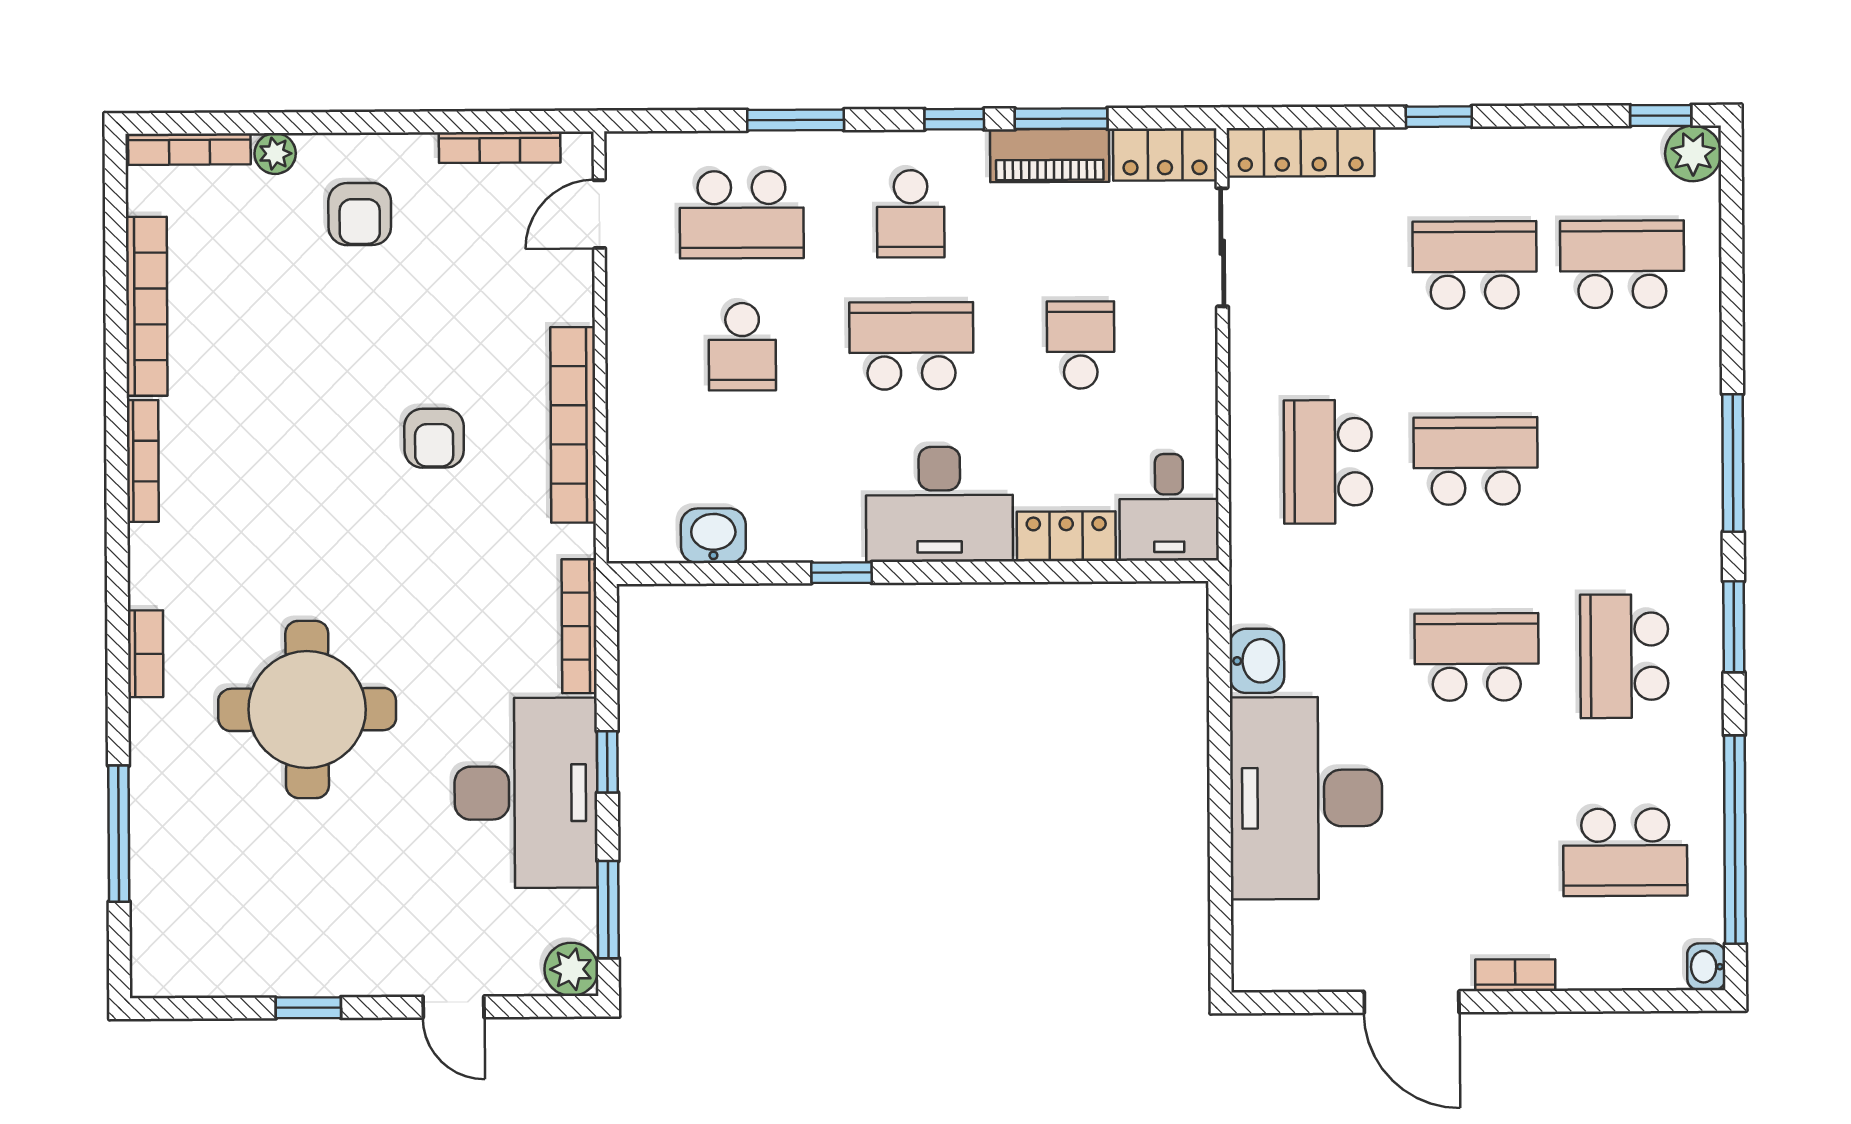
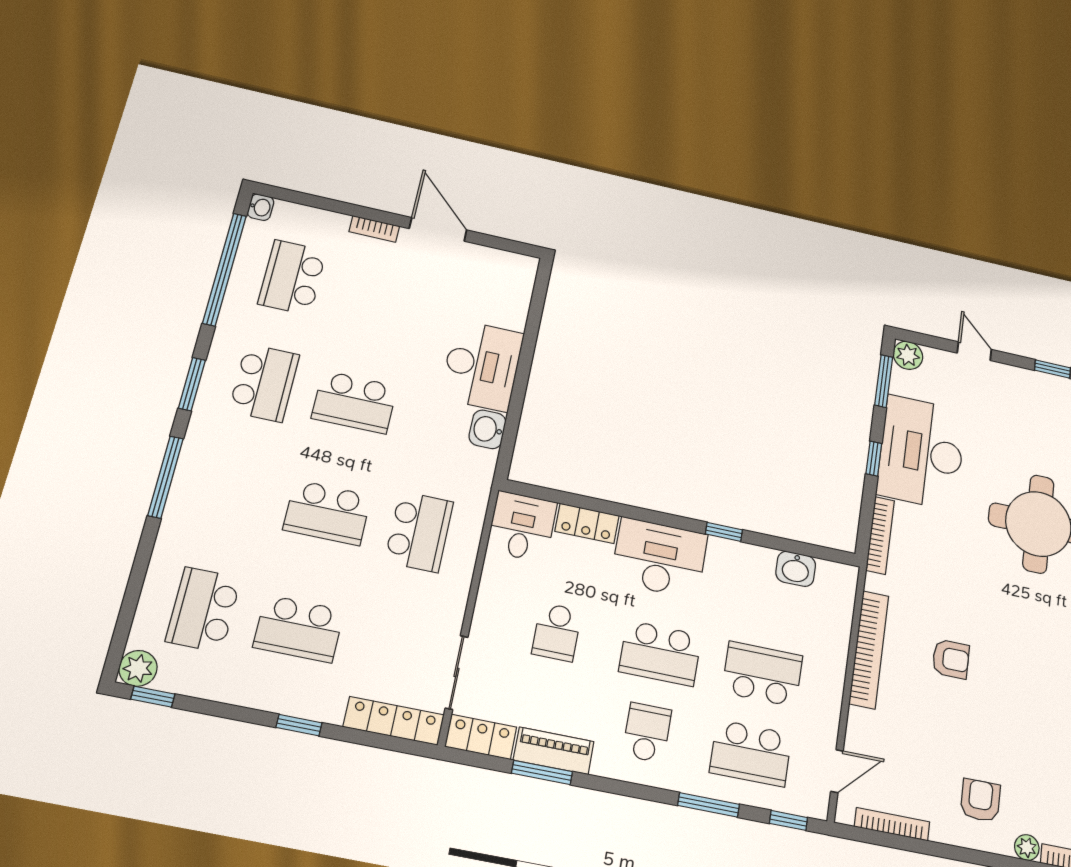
window: (954, 119) -> (788, 820), moved
school desk: (742, 215) -> (751, 753), turned 180
school desk: (1622, 264) -> (203, 610), turned 90
school desk: (742, 347) -> (762, 674), width x1.85
armchair: (434, 438) -> (951, 659), turned 90
desk: (1306, 798) -> (482, 365), width x0.73, depth x0.77
school desk: (1625, 852) -> (292, 277), turned -90

